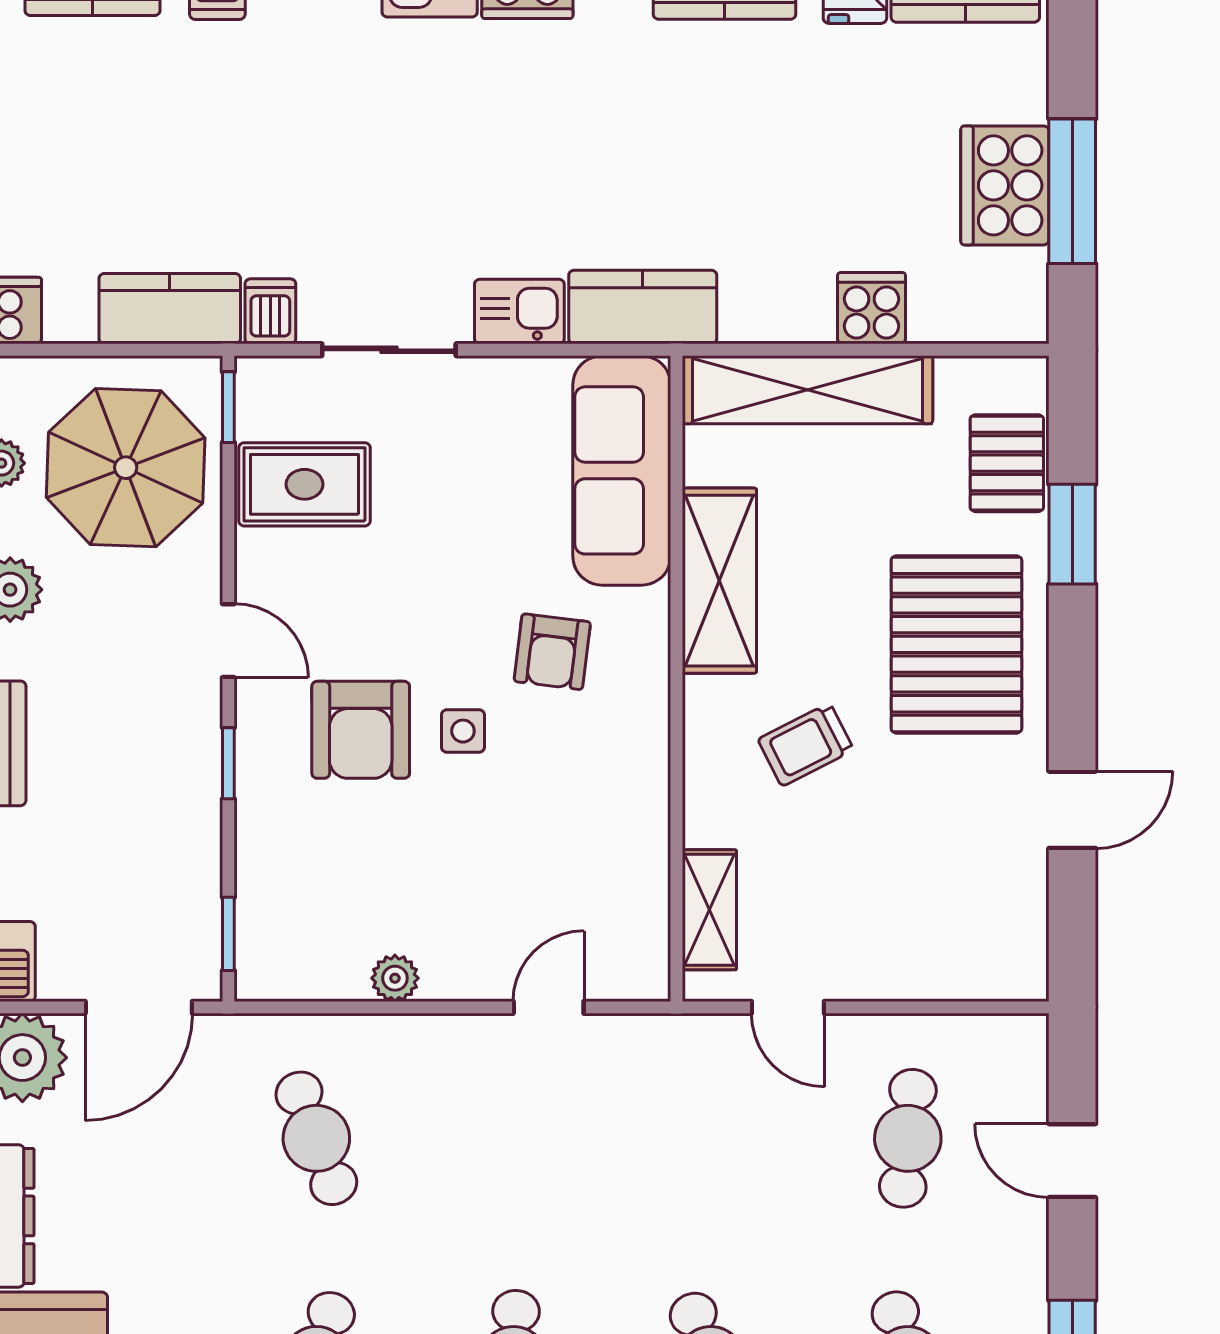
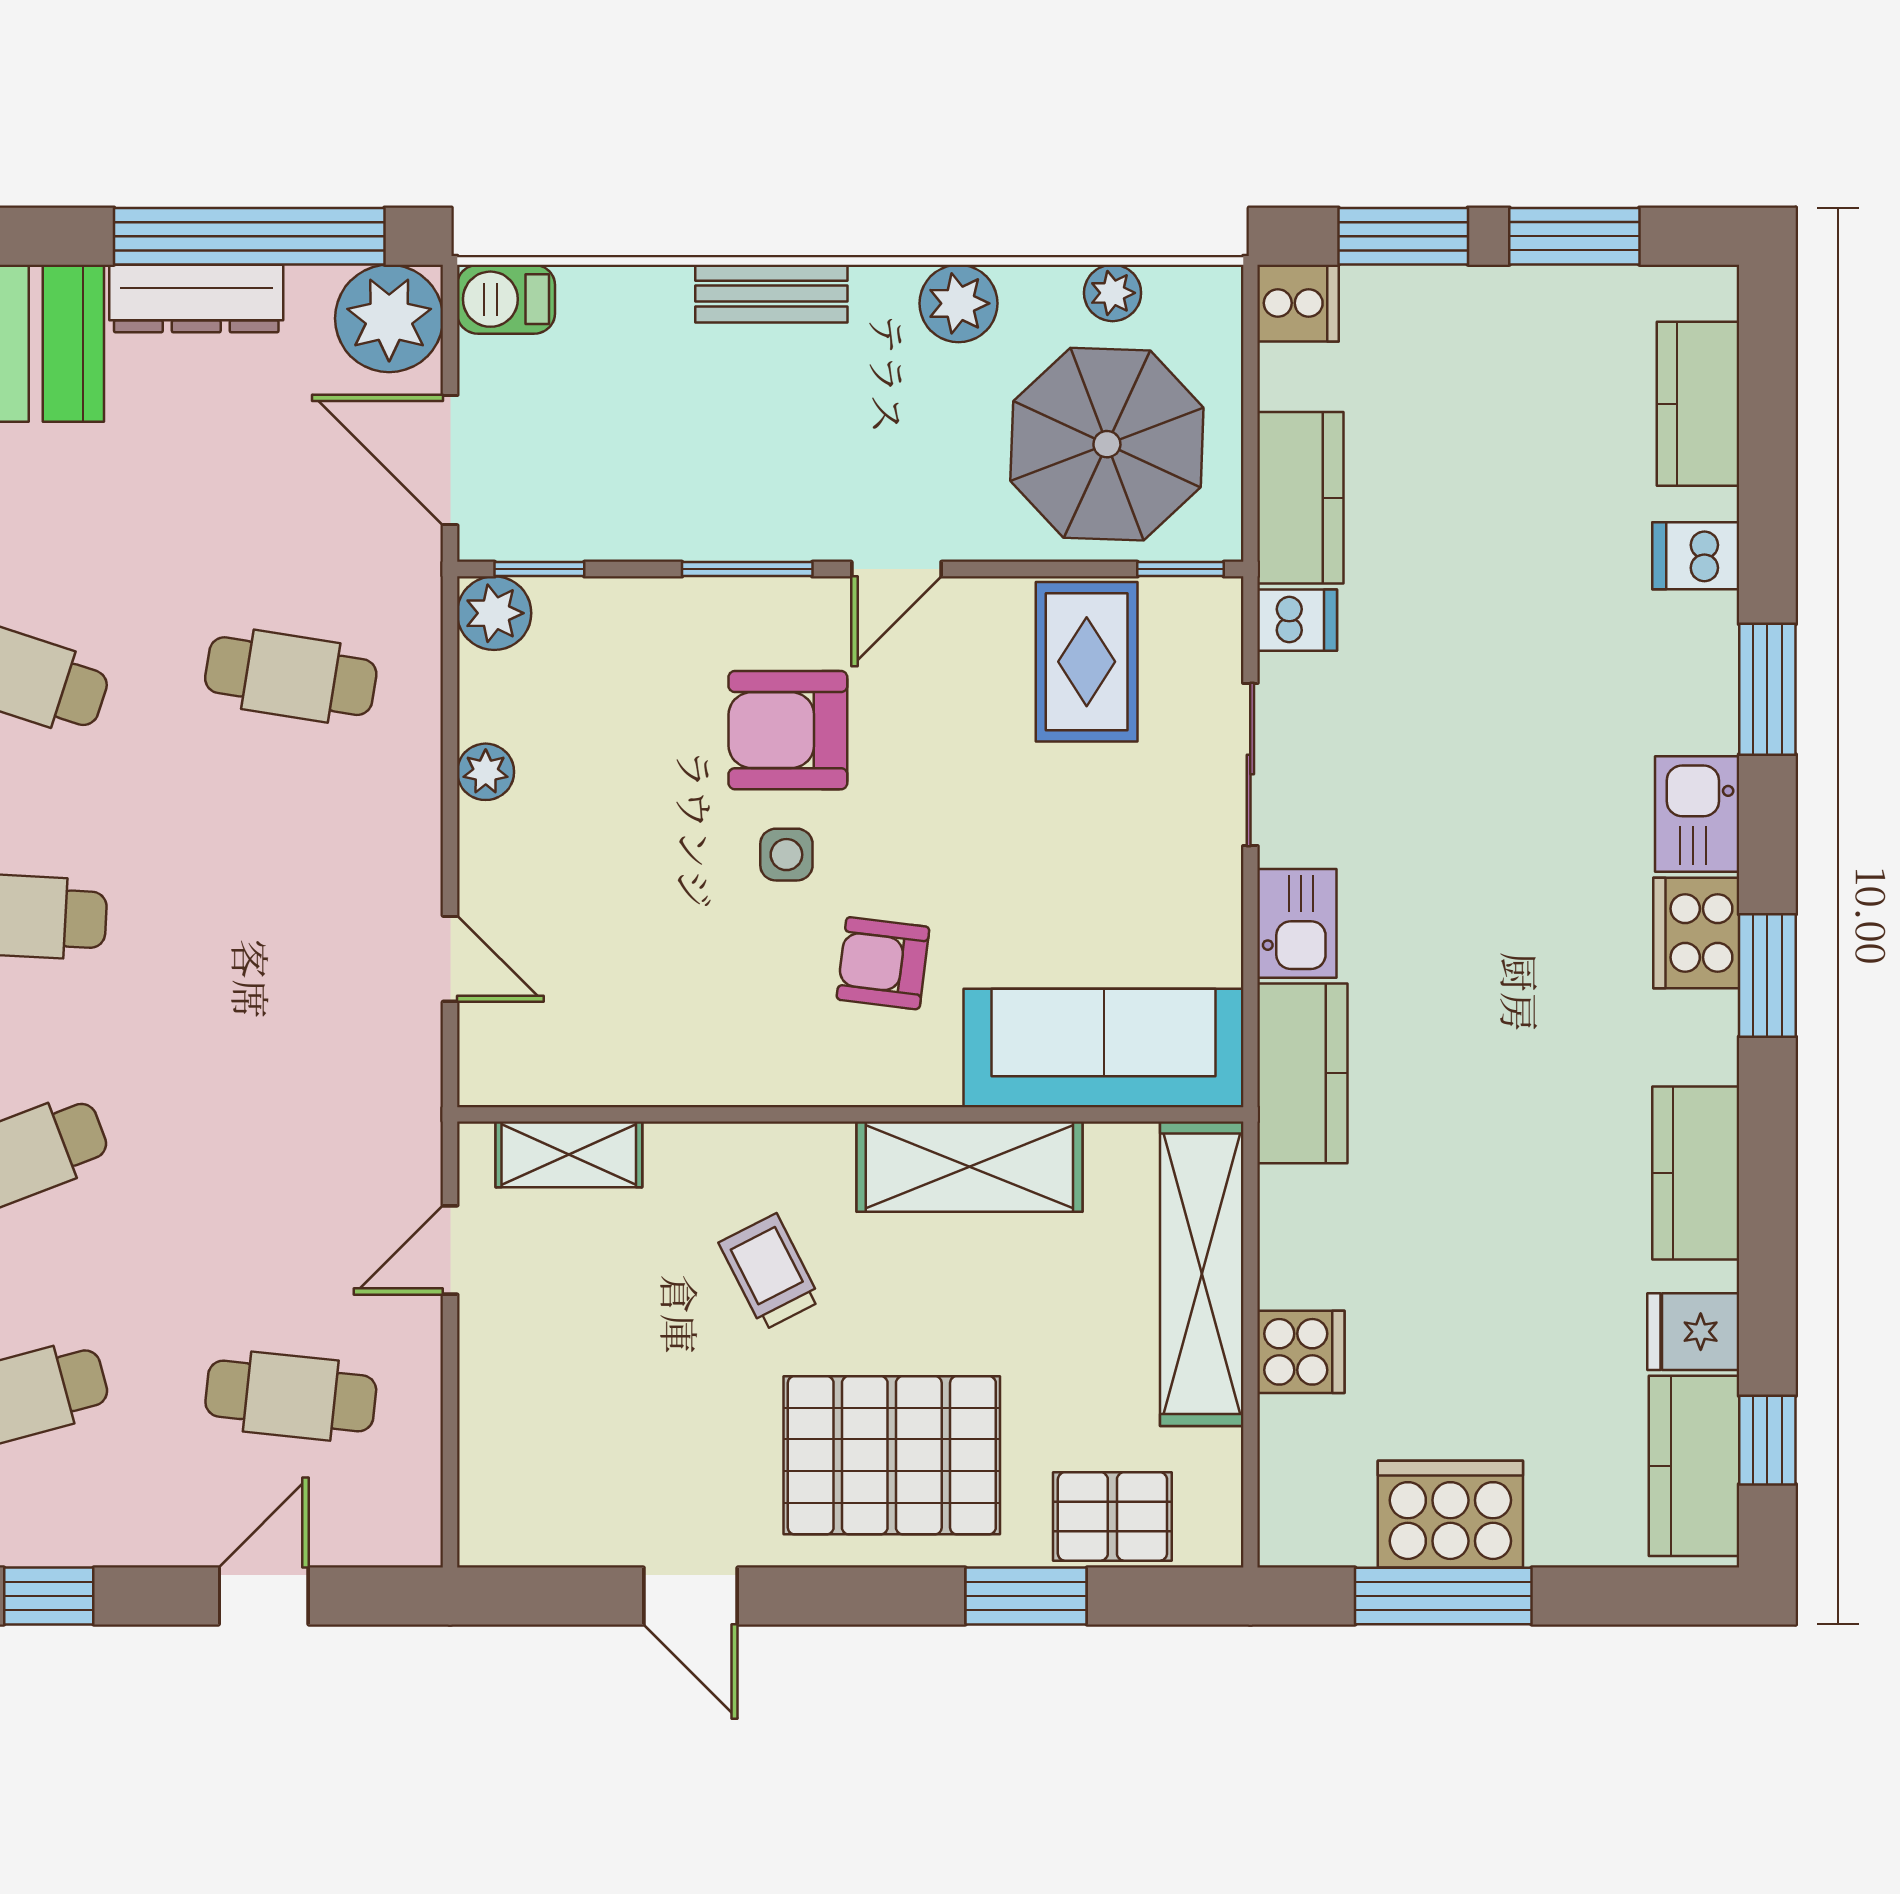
window: (228, 763) -> (747, 569), width x1.50
plant: (265, 971) -> (494, 613), added
cafe table: (316, 1138) -> (291, 676), turned 30

